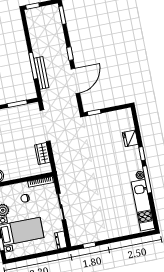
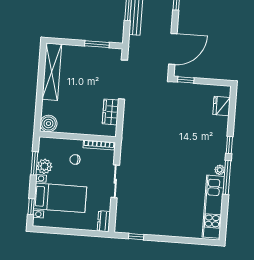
door: (75, 81) -> (173, 49), moved
fridge: (130, 138) -> (222, 106), moved

